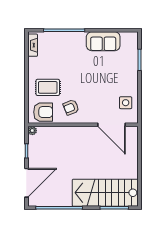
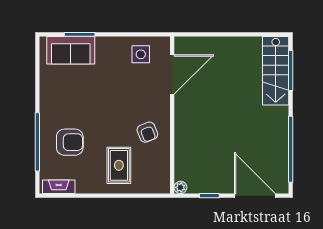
sofa: (103, 41) -> (71, 50), moved, turned 90
armchair: (43, 112) -> (70, 142), moved, turned 90
stairs: (105, 193) -> (276, 71), width x0.73, depth x0.66

